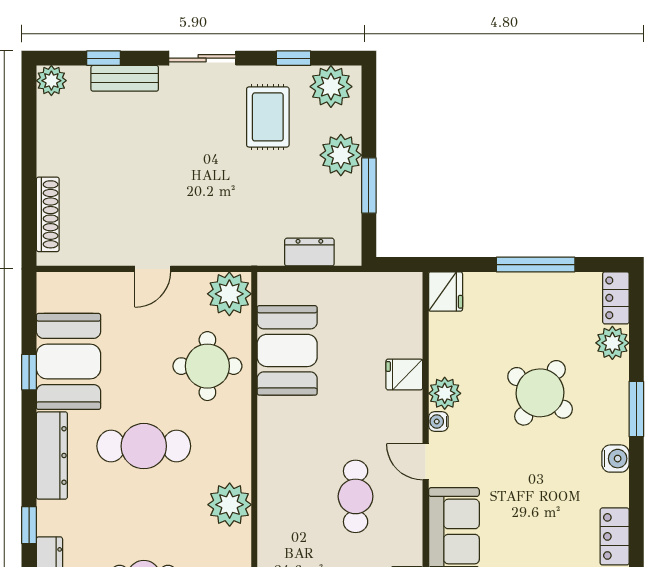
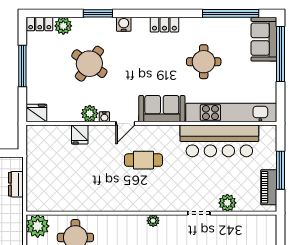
booth: (287, 350) -> (67, 196), removed
plant: (230, 505) -> (153, 221), width x0.53, depth x0.53

